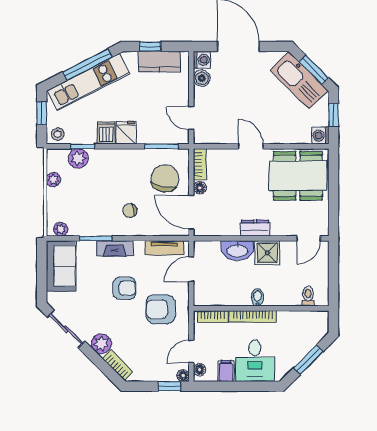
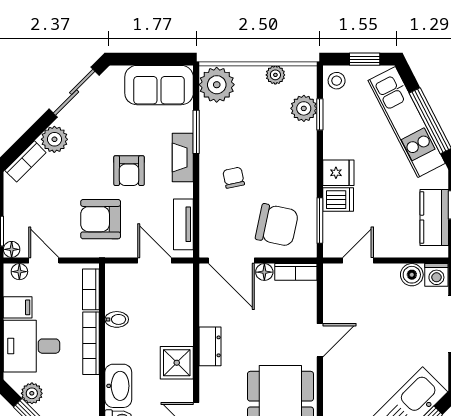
dishwasher: (106, 133) -> (338, 200), moved
door: (191, 212) -> (231, 261), swing flipped
plant: (61, 229) -> (217, 85), width x1.87, depth x1.87
washbasin: (237, 250) -> (118, 386), moved, turned 180
bidet: (257, 297) -> (117, 319), moved
armchair: (161, 309) -> (101, 219), turned -90
plant: (290, 360) -> (32, 393), added

